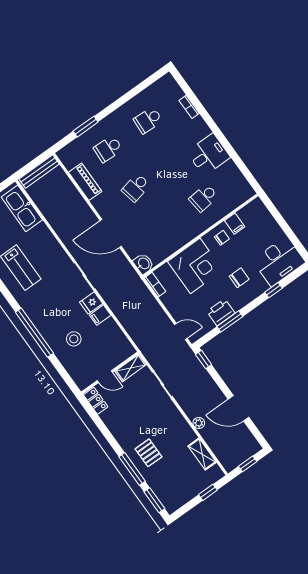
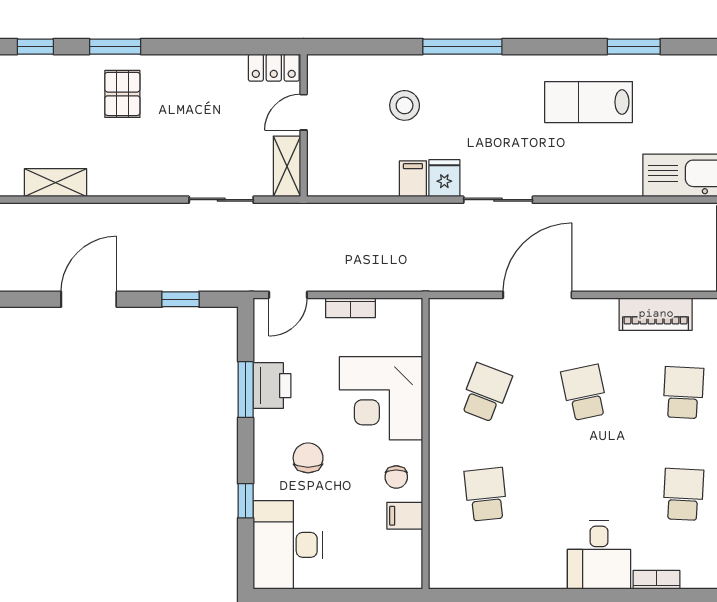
desk: (209, 155) -> (599, 555), moved
school desk: (164, 226) -> (486, 393), added
washbasin: (143, 264) -> (447, 314), removed
chair: (239, 278) -> (308, 458), turned 180
bookcase: (155, 285) -> (351, 308), moved
window: (34, 333) -> (462, 47), width x0.68
window: (204, 359) -> (181, 299), moved
plant: (199, 423) -> (112, 215), removed
pallet: (149, 453) -> (122, 94), turned 90
window: (132, 469) -> (115, 47), width x0.69
window: (154, 500) -> (35, 47), width x0.67

